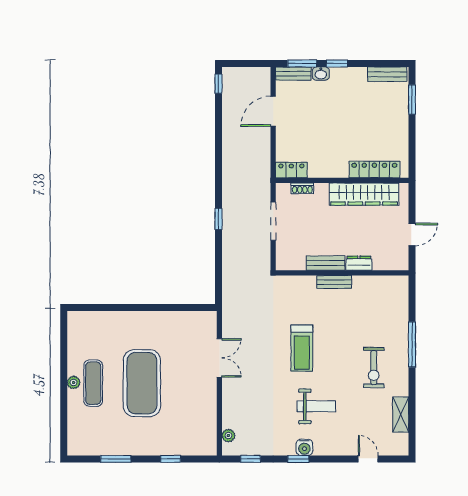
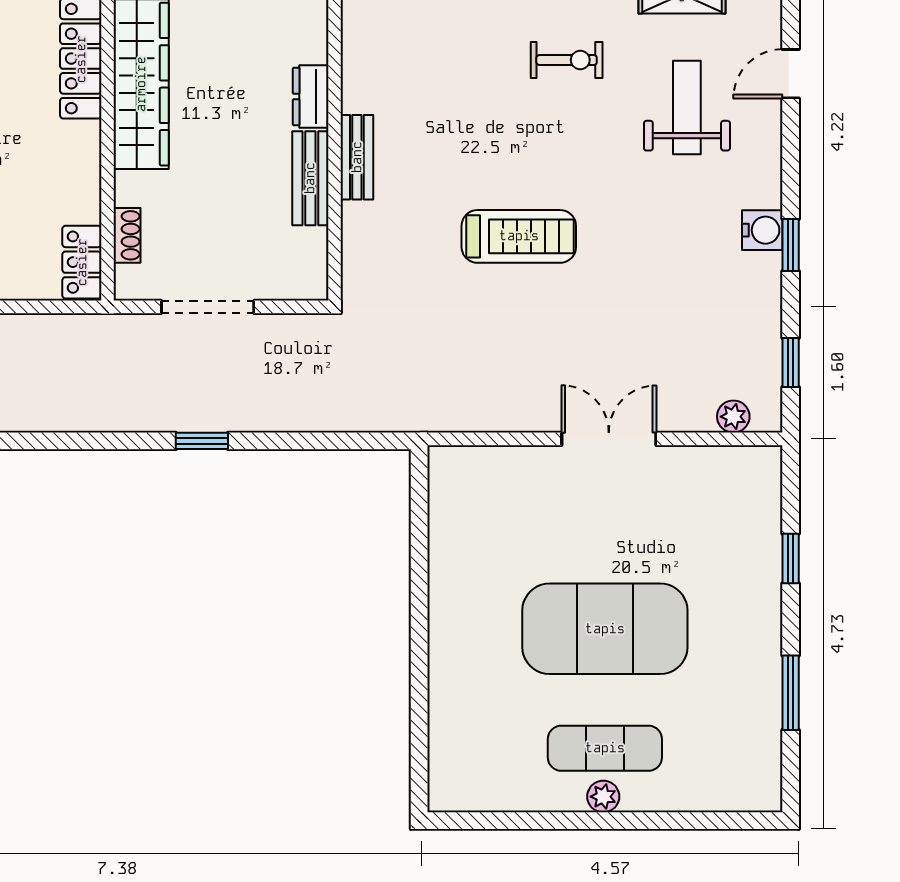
double door: (219, 358) -> (609, 439), moved
exercise bike: (374, 368) -> (567, 60), width x0.73, depth x0.72
weight bench: (316, 406) -> (687, 108), moved

